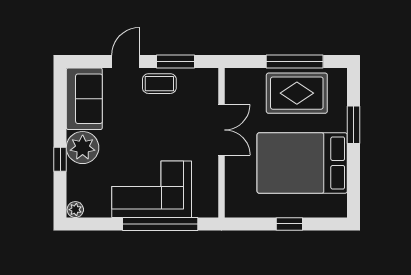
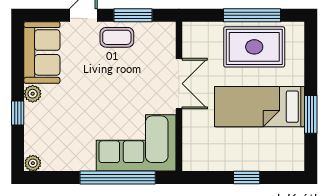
window: (353, 125) -> (311, 114), moved
plant: (83, 148) -> (33, 94), width x0.53, depth x0.53
bed: (302, 163) -> (260, 107), width x0.67
corner sofa: (152, 189) -> (136, 143), moved

